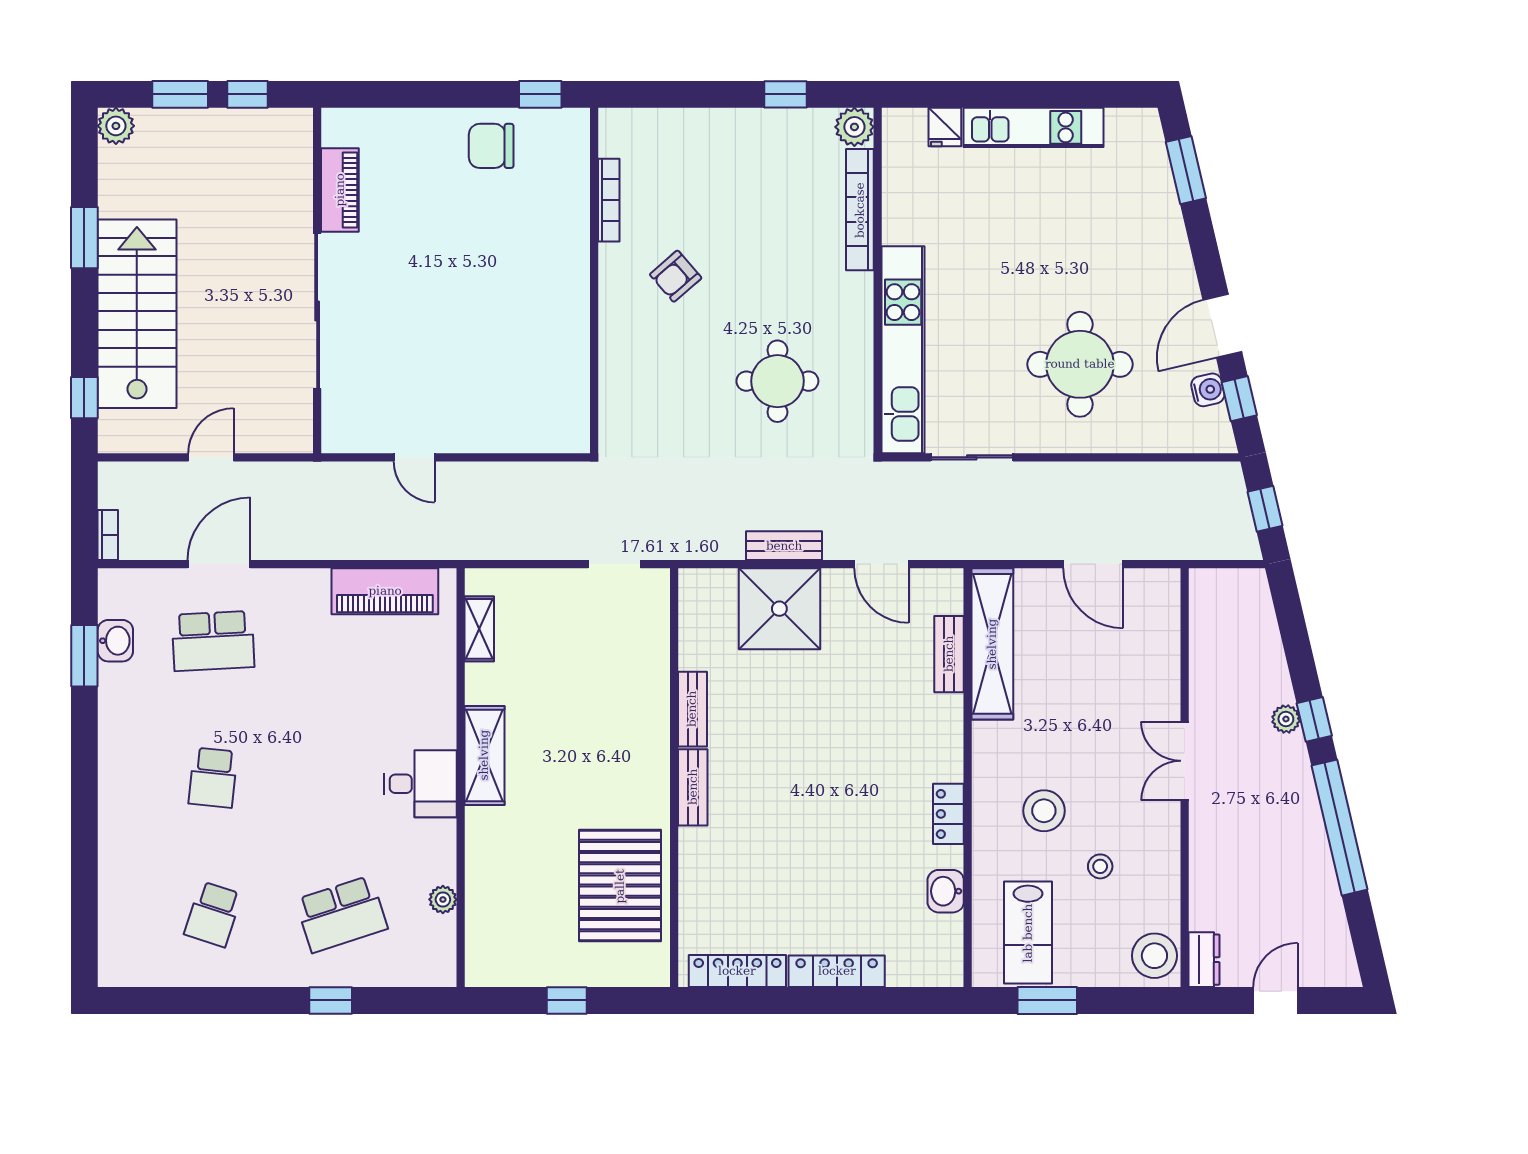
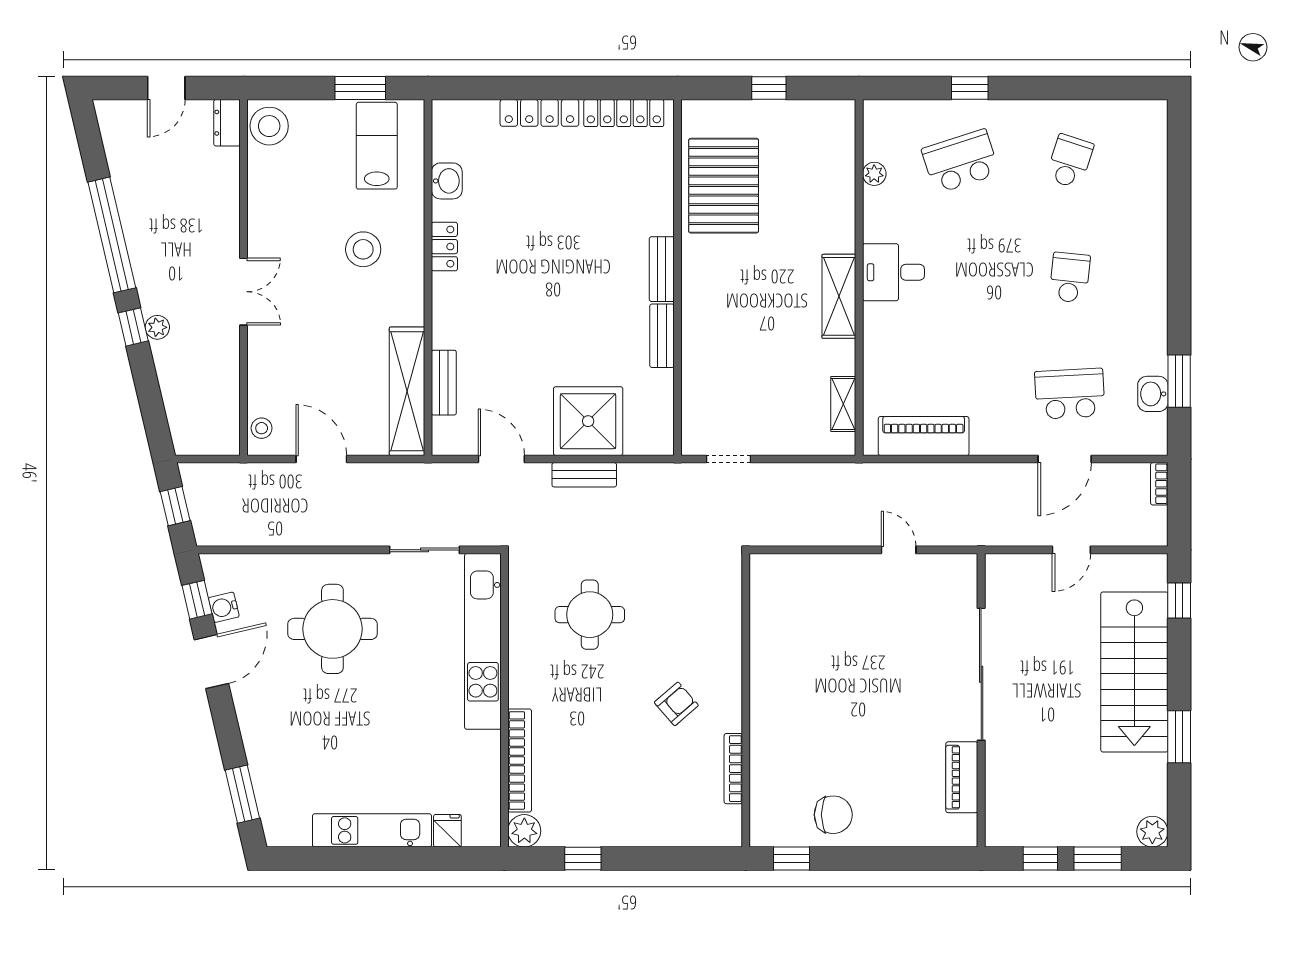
stool: (1100, 866) -> (262, 428), moved

